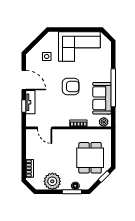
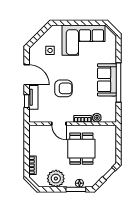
armchair: (71, 87) -> (63, 88), moved
sofa: (102, 98) -> (107, 80), moved
plant: (104, 122) -> (97, 118), moved
door: (45, 128) -> (59, 124), moved
dining table: (90, 158) -> (81, 149), moved

